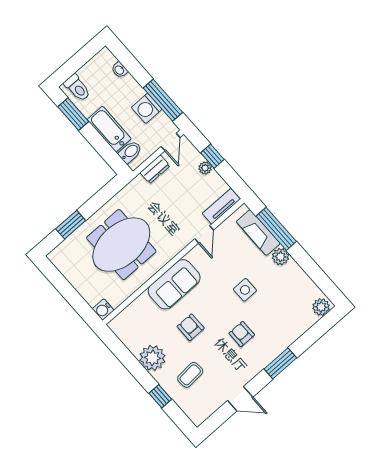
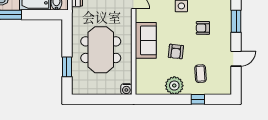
armchair: (191, 327) -> (176, 51), turned -84

